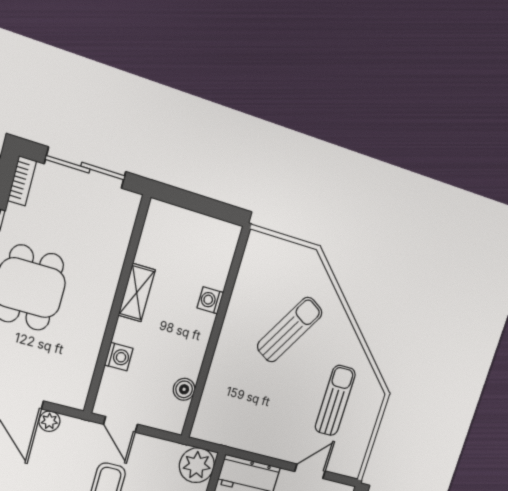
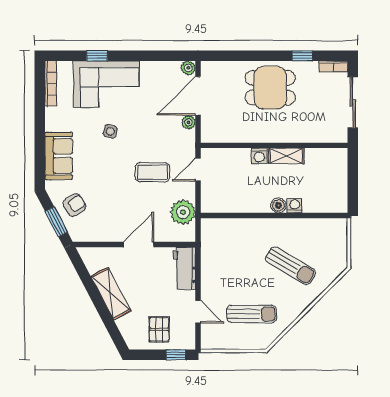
washing machine: (119, 357) -> (259, 156), moved
boiler: (184, 389) -> (278, 205), moved
plant: (197, 465) -> (183, 212), moved

